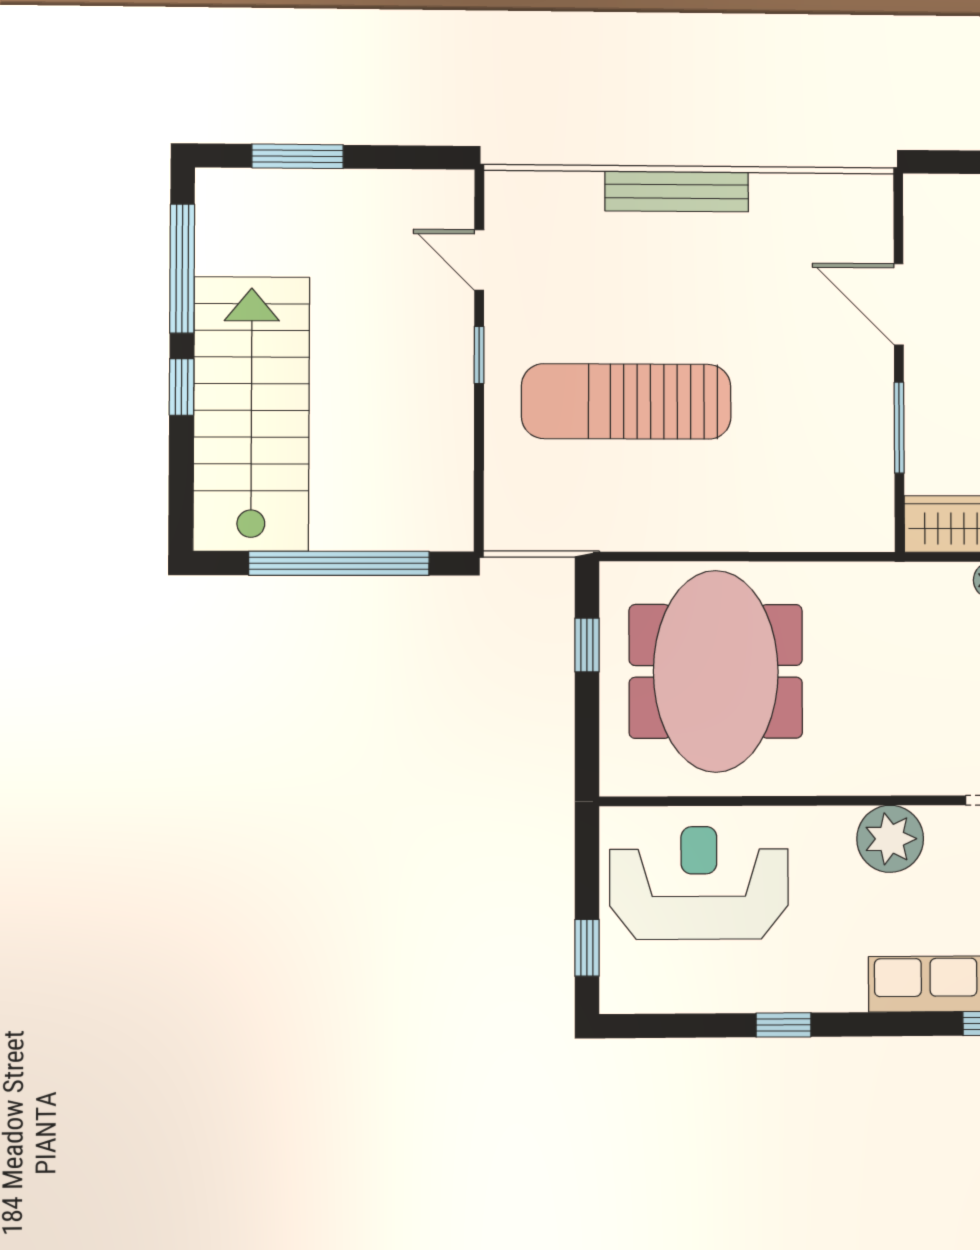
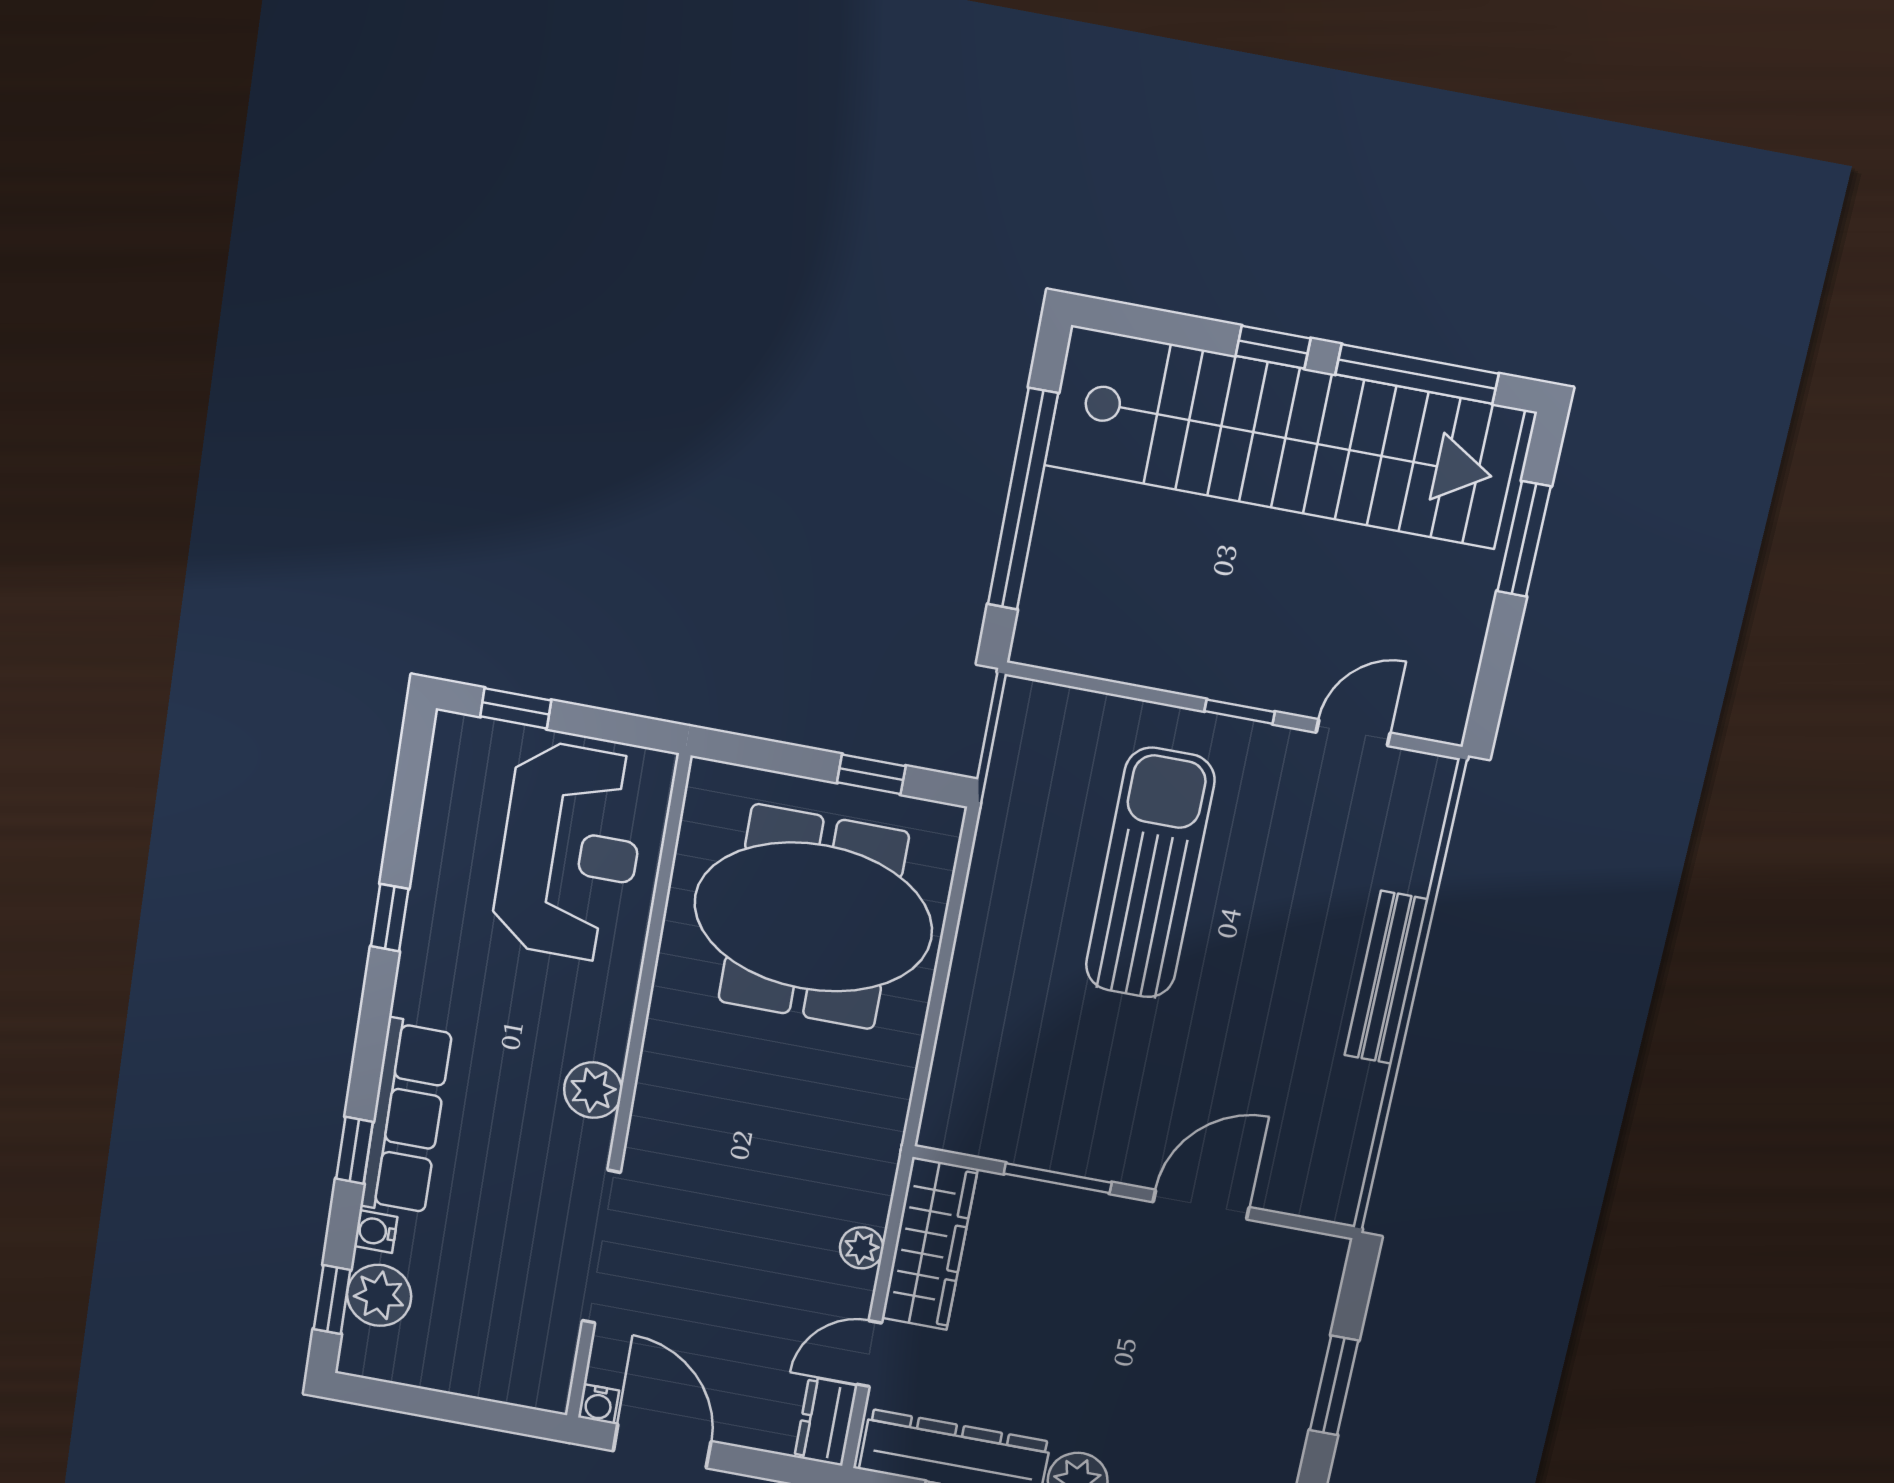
stairs: (251, 414) -> (1284, 438), width x1.36
plant: (890, 839) -> (593, 1090), width x0.73, depth x0.73

